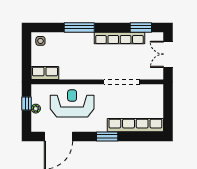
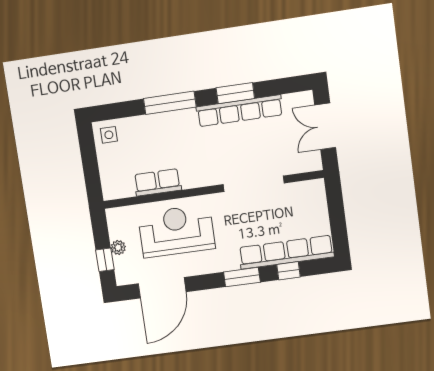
window: (141, 27) -> (235, 93), moved
row of seats: (45, 73) -> (157, 182), moved
window: (27, 104) -> (105, 260), moved
window: (135, 136) -> (289, 271), added

